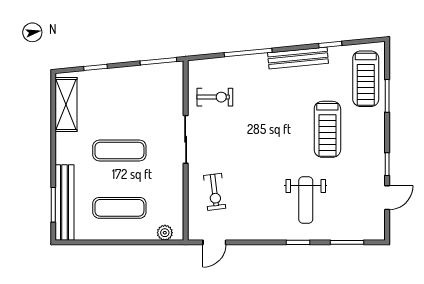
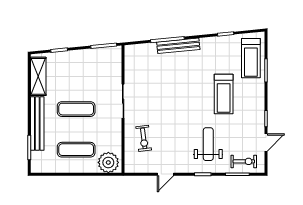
bench: (298, 58) -> (178, 46), moved
exercise bike: (215, 97) -> (244, 161), moved
weight bench: (306, 200) -> (208, 144), turned 180
bench: (65, 203) -> (37, 124), moved
plant: (165, 233) -> (108, 162), width x1.87, depth x1.87
door: (214, 242) -> (165, 174), moved

